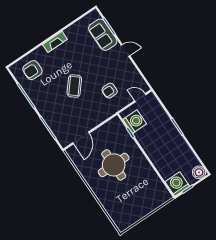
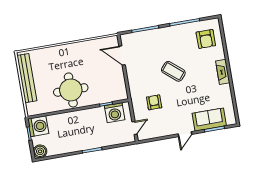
armchair: (32, 70) -> (206, 39), turned 180
round table: (114, 165) -> (71, 90), moved
bench: (139, 214) -> (27, 78), added

